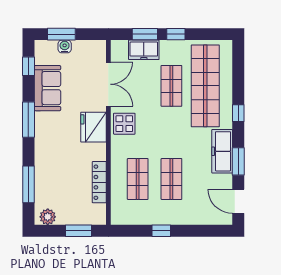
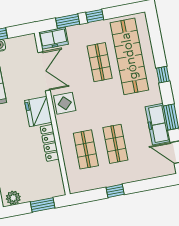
freezer: (144, 50) -> (54, 38), moved
freezer: (222, 151) -> (158, 124), moved
locker: (99, 182) -> (50, 143), moved

